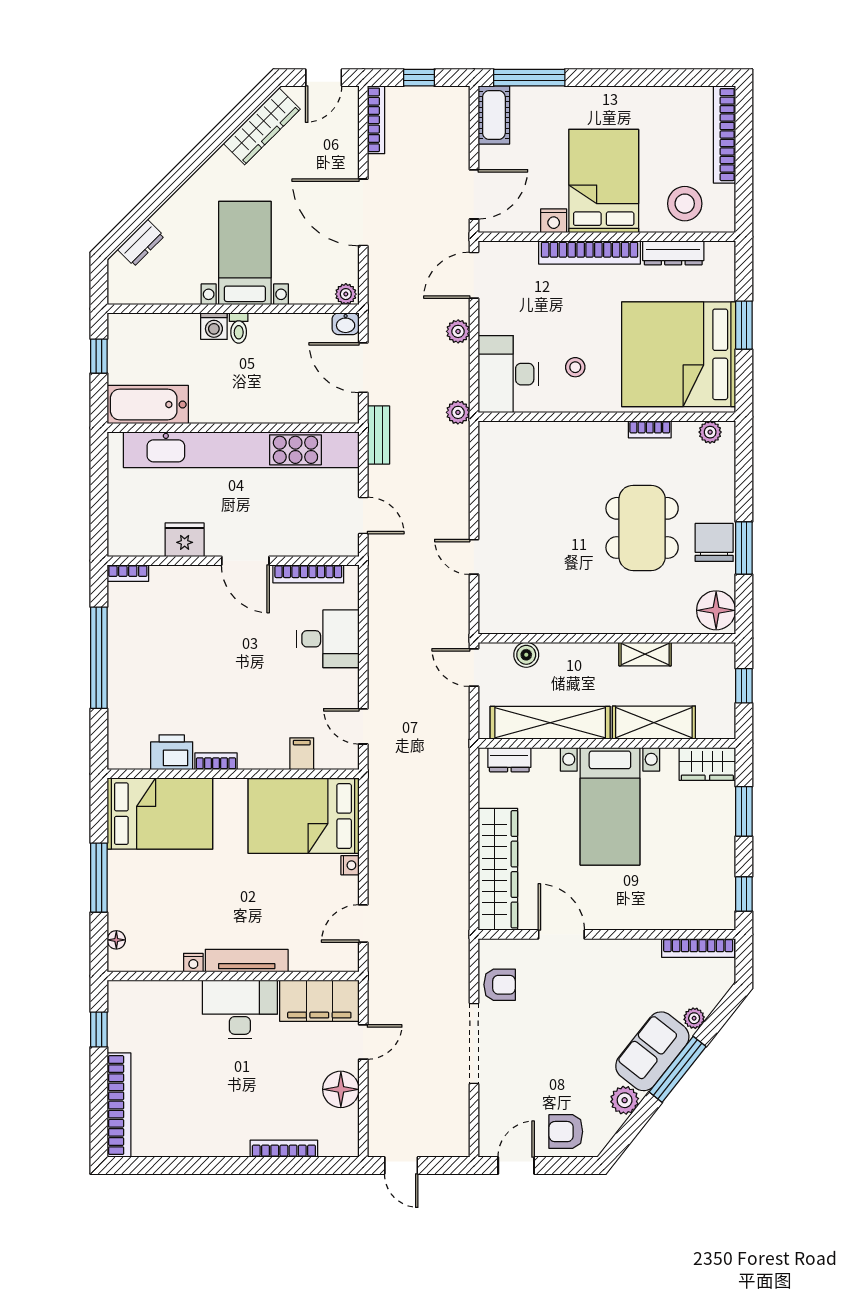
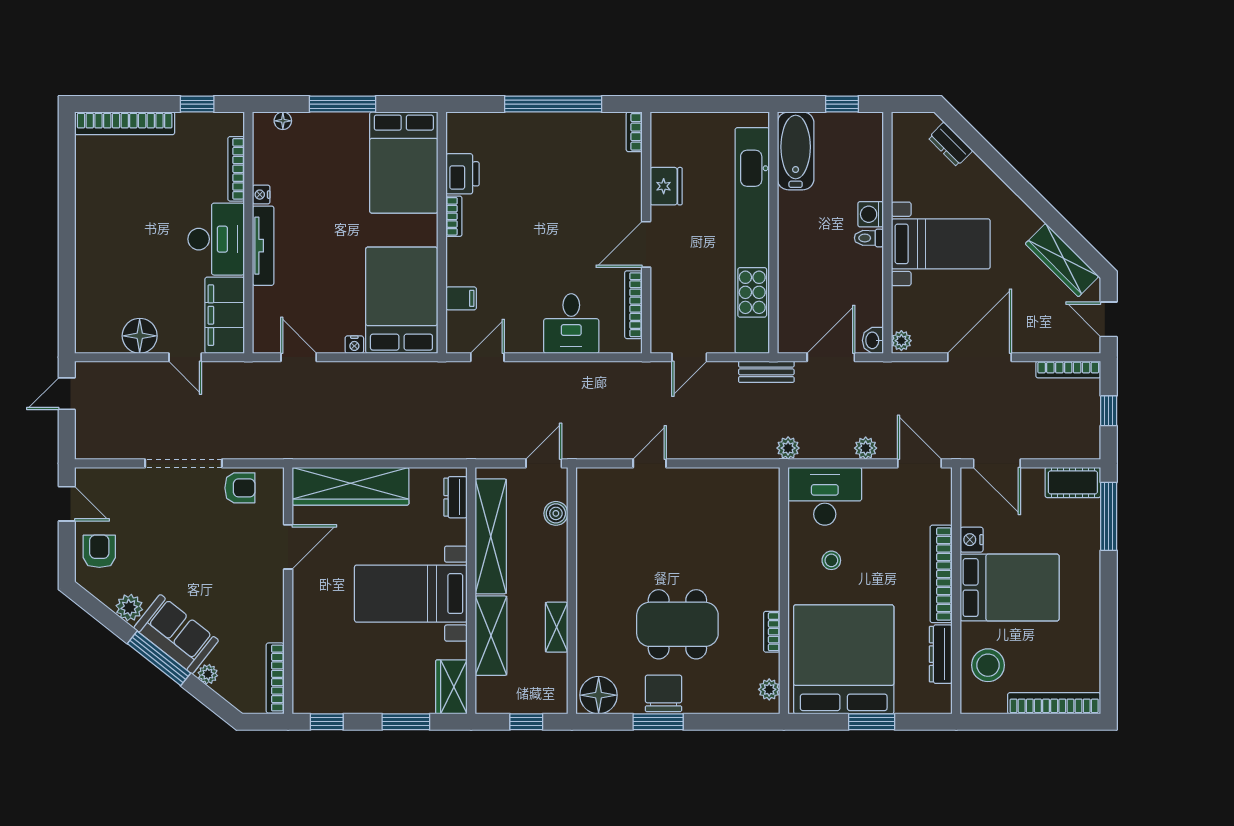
chair: (714, 542) -> (663, 693), turned -90
armchair: (500, 985) -> (240, 488), turned -90
bookcase: (284, 1149) -> (236, 169), moved, turned 180

